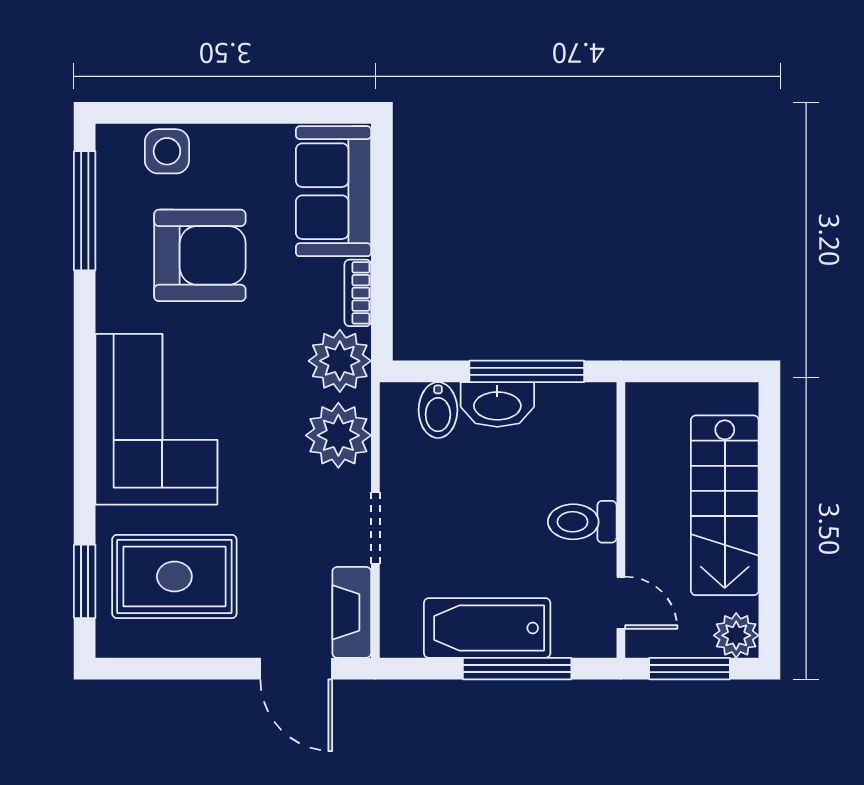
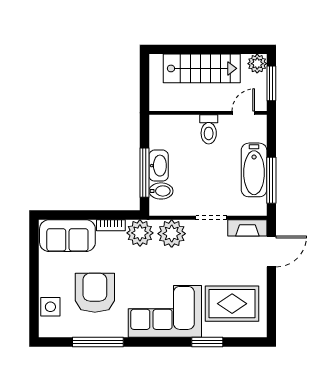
window: (85, 211) -> (98, 342), moved
window: (527, 371) -> (144, 173), moved
rug: (174, 576) -> (232, 304), turned 90
window: (85, 581) -> (207, 342), moved
window: (517, 669) -> (271, 180), moved

